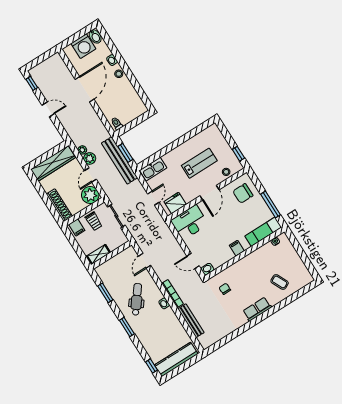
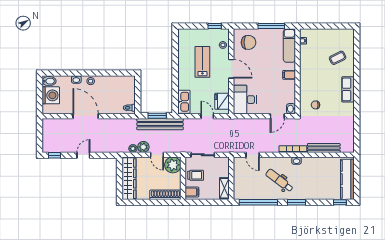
chair: (243, 193) -> (249, 42), turned -90
window: (105, 293) -> (258, 202), width x2.11

